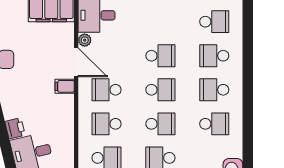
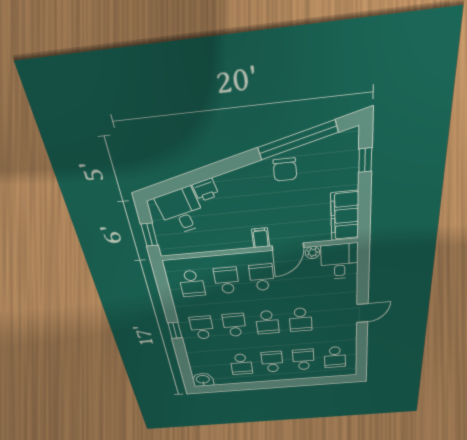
school desk: (160, 124) -> (234, 325), turned 180

